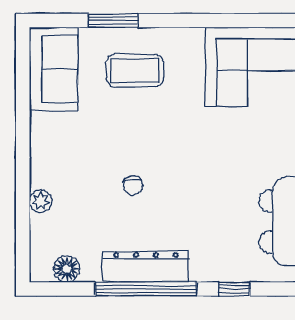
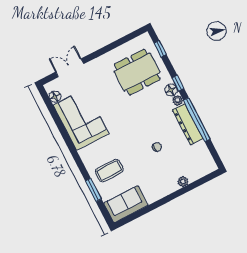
coffee table: (135, 70) -> (109, 171), turned 90
floor lamp: (67, 269) -> (171, 90), moved
plant: (202, 271) -> (178, 100), added

